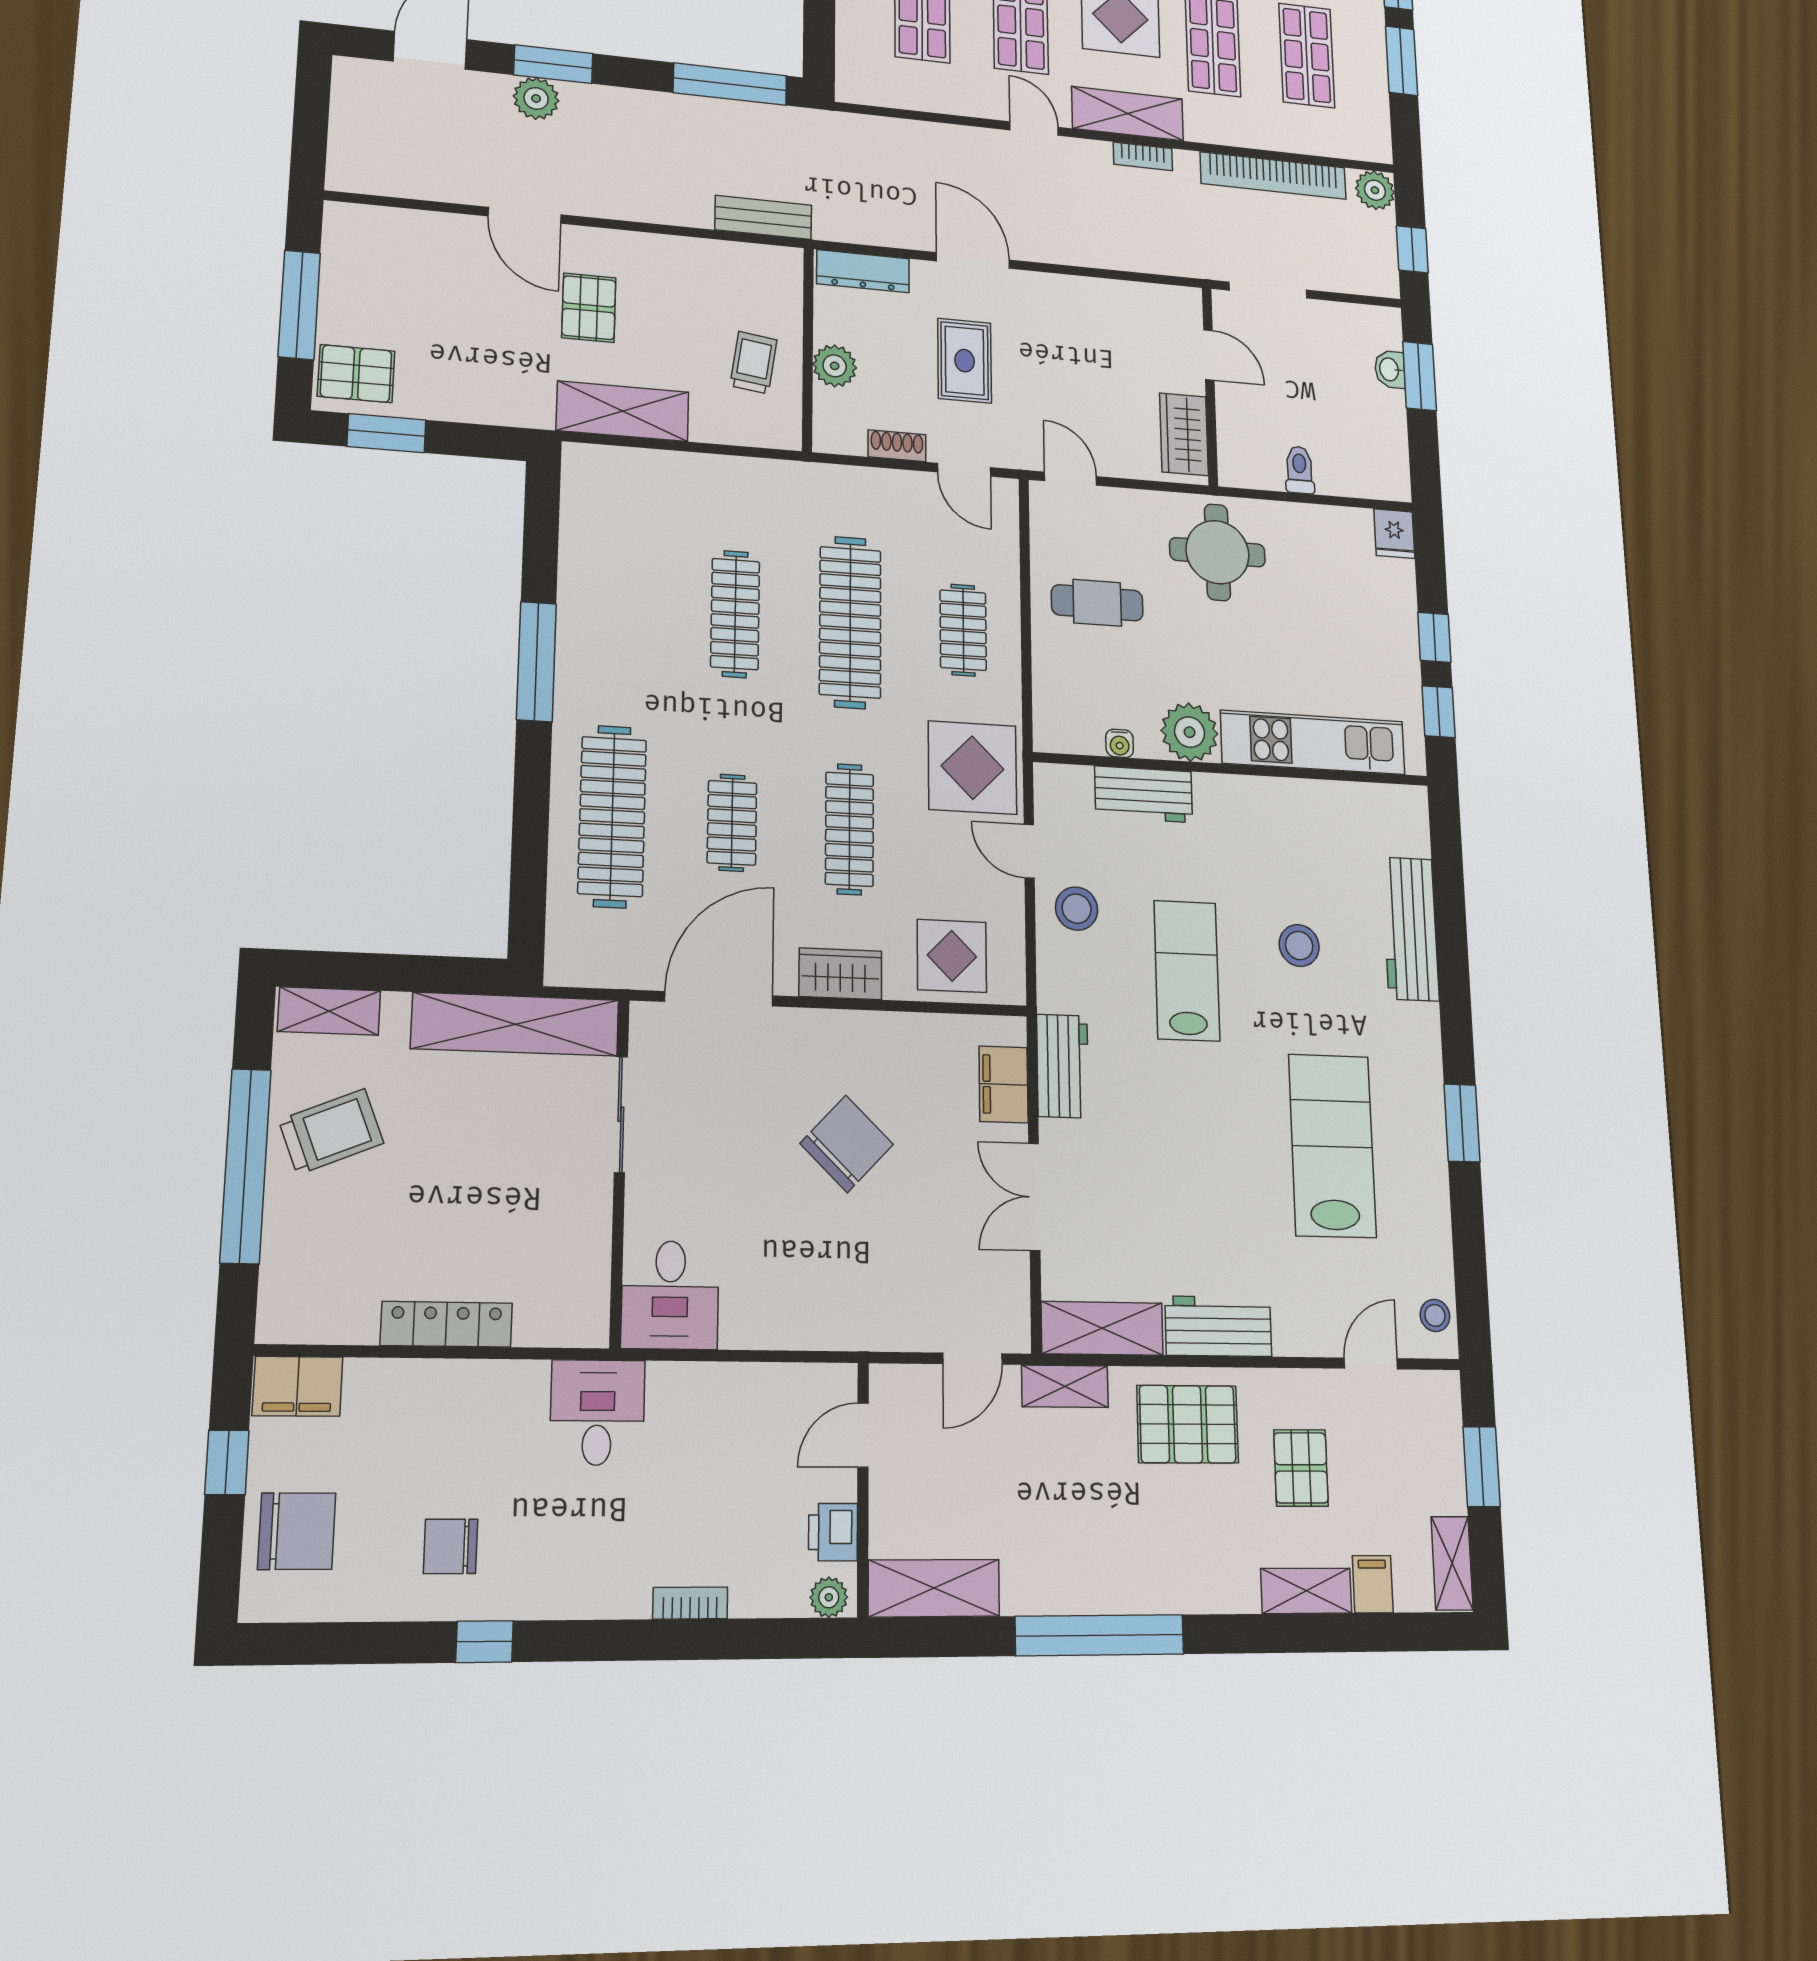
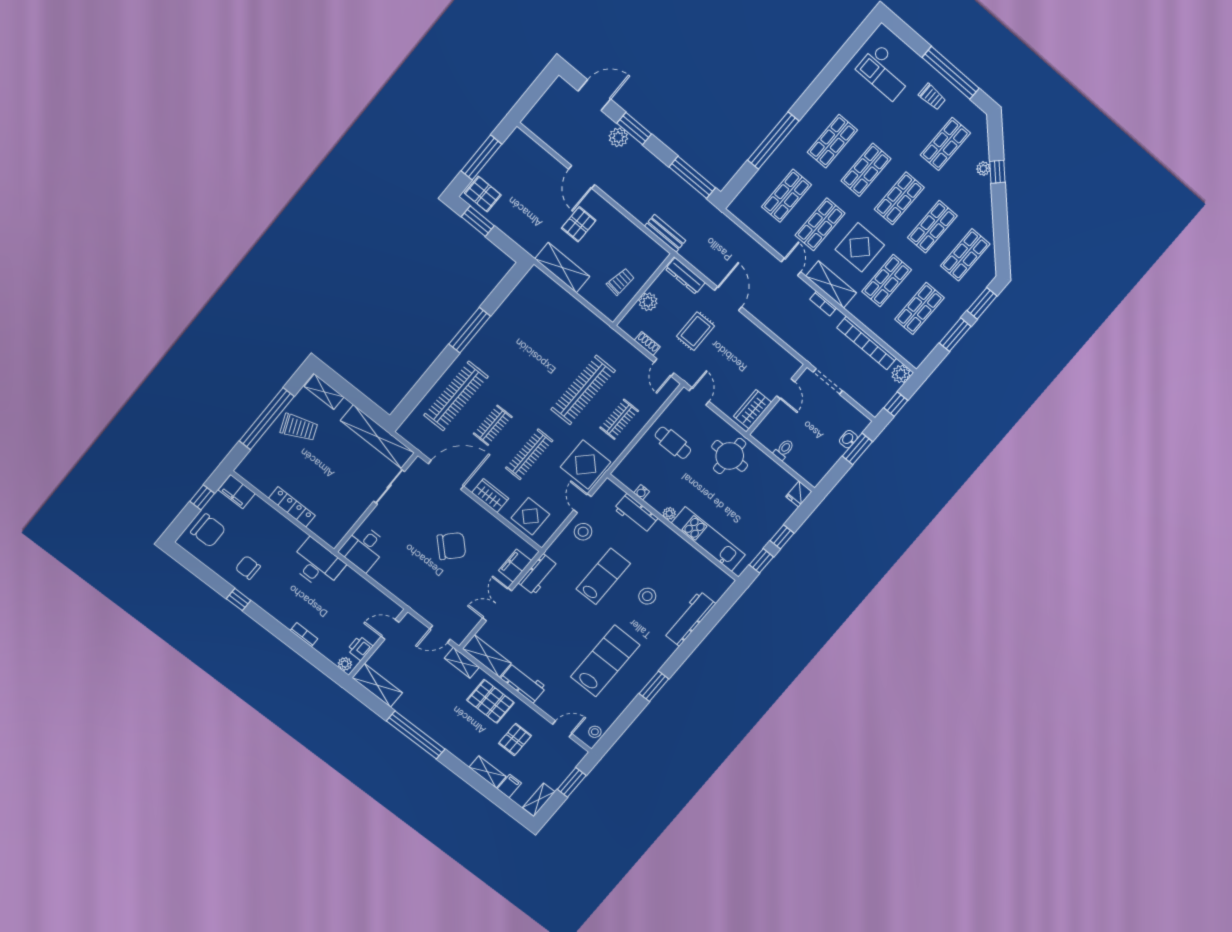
clothes rail: (735, 614) -> (547, 361), removed
plant: (1190, 732) -> (669, 513), width x0.53, depth x0.53
desk: (597, 1413) -> (317, 564), width x1.37

